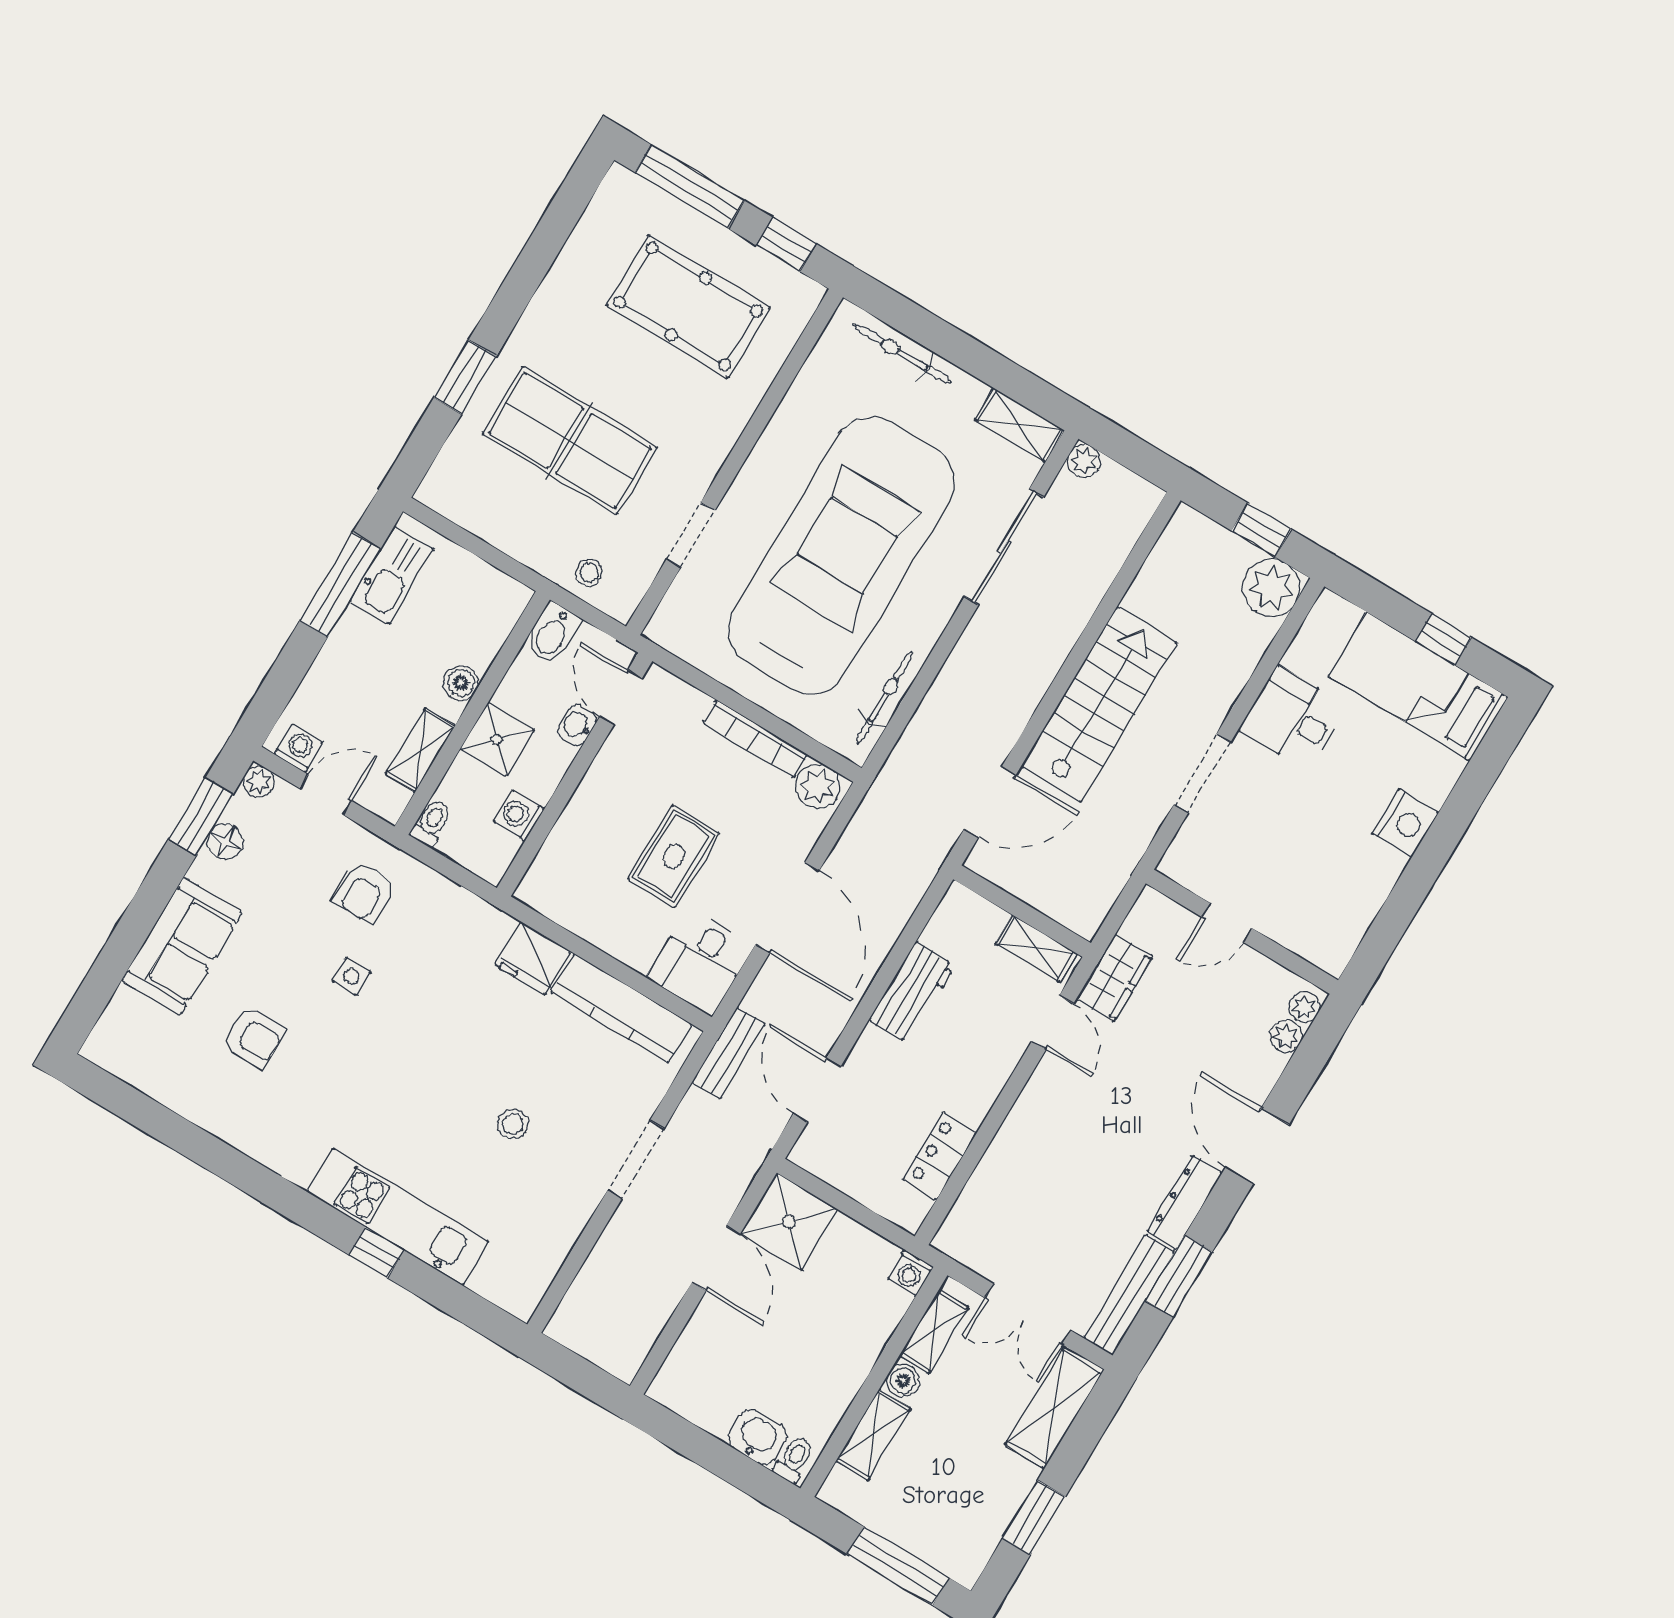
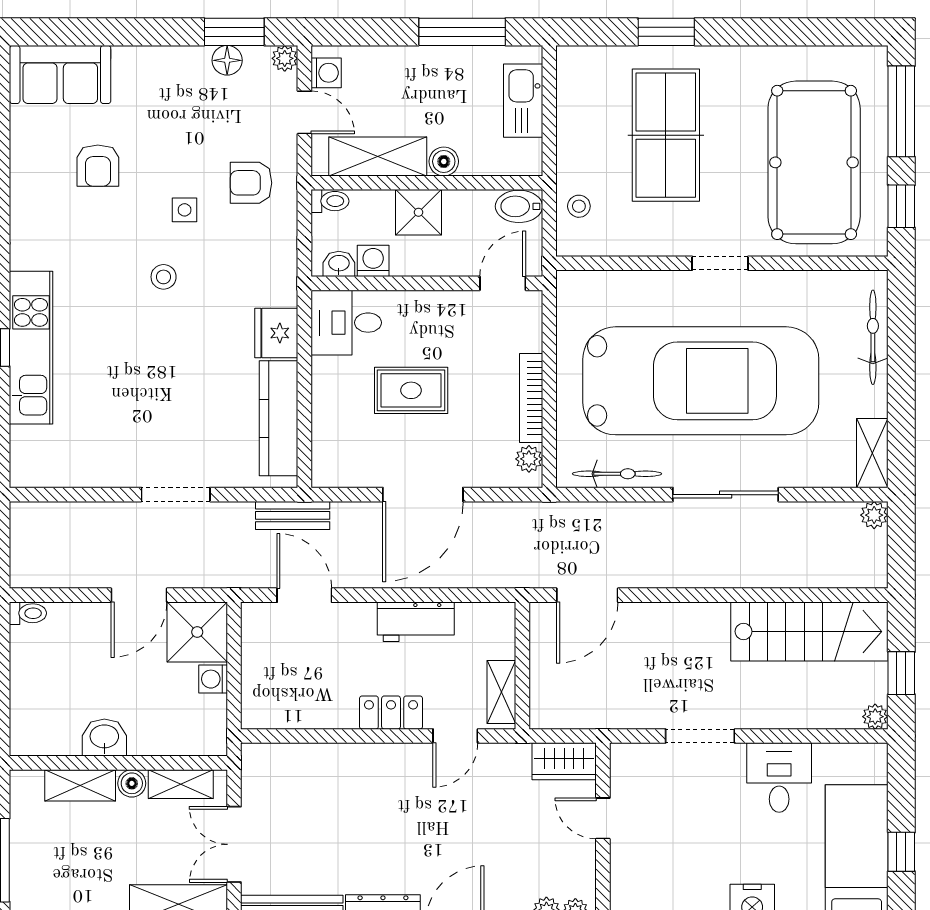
pool table: (688, 307) -> (814, 162), width x1.36, depth x1.32
doorway: (691, 535) -> (720, 263), moved
sliding door: (1004, 547) -> (726, 495), moved
kitchen sink: (391, 575) -> (523, 101), moved, turned 90
plant: (1271, 588) -> (875, 717), width x0.53, depth x0.53
stairs: (1099, 704) -> (809, 631), moved
washbasin: (577, 725) -> (339, 264), moved
shelving: (420, 750) -> (378, 157), width x1.50, depth x1.33
plant: (818, 786) -> (529, 459), width x0.73, depth x0.73
door: (990, 802) -> (587, 595), hinge flipped
sofa: (182, 946) -> (60, 74), moved
desk: (700, 962) -> (346, 323), moved
wardrobe: (1115, 978) -> (564, 761), moved
door: (817, 1090) -> (304, 595), hinge flipped
stool: (513, 1124) -> (164, 277), moved
locker: (940, 1156) -> (391, 713), moved
washing machine: (911, 1273) -> (213, 679), moved
washbasin: (758, 1437) -> (104, 737), moved, turned -90
toilet: (794, 1459) -> (28, 613), moved

